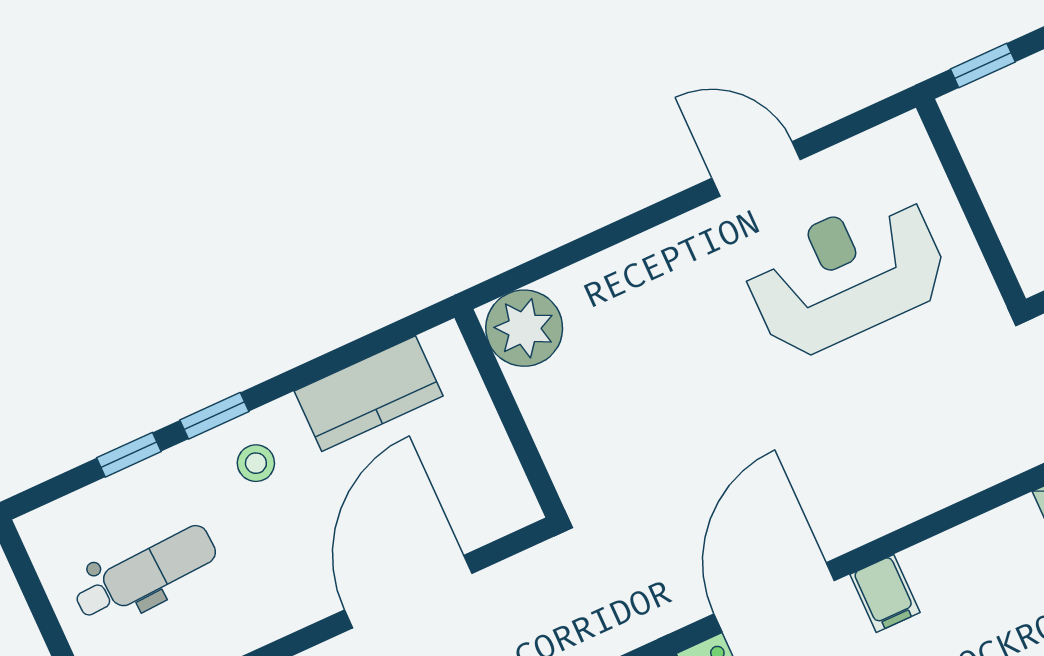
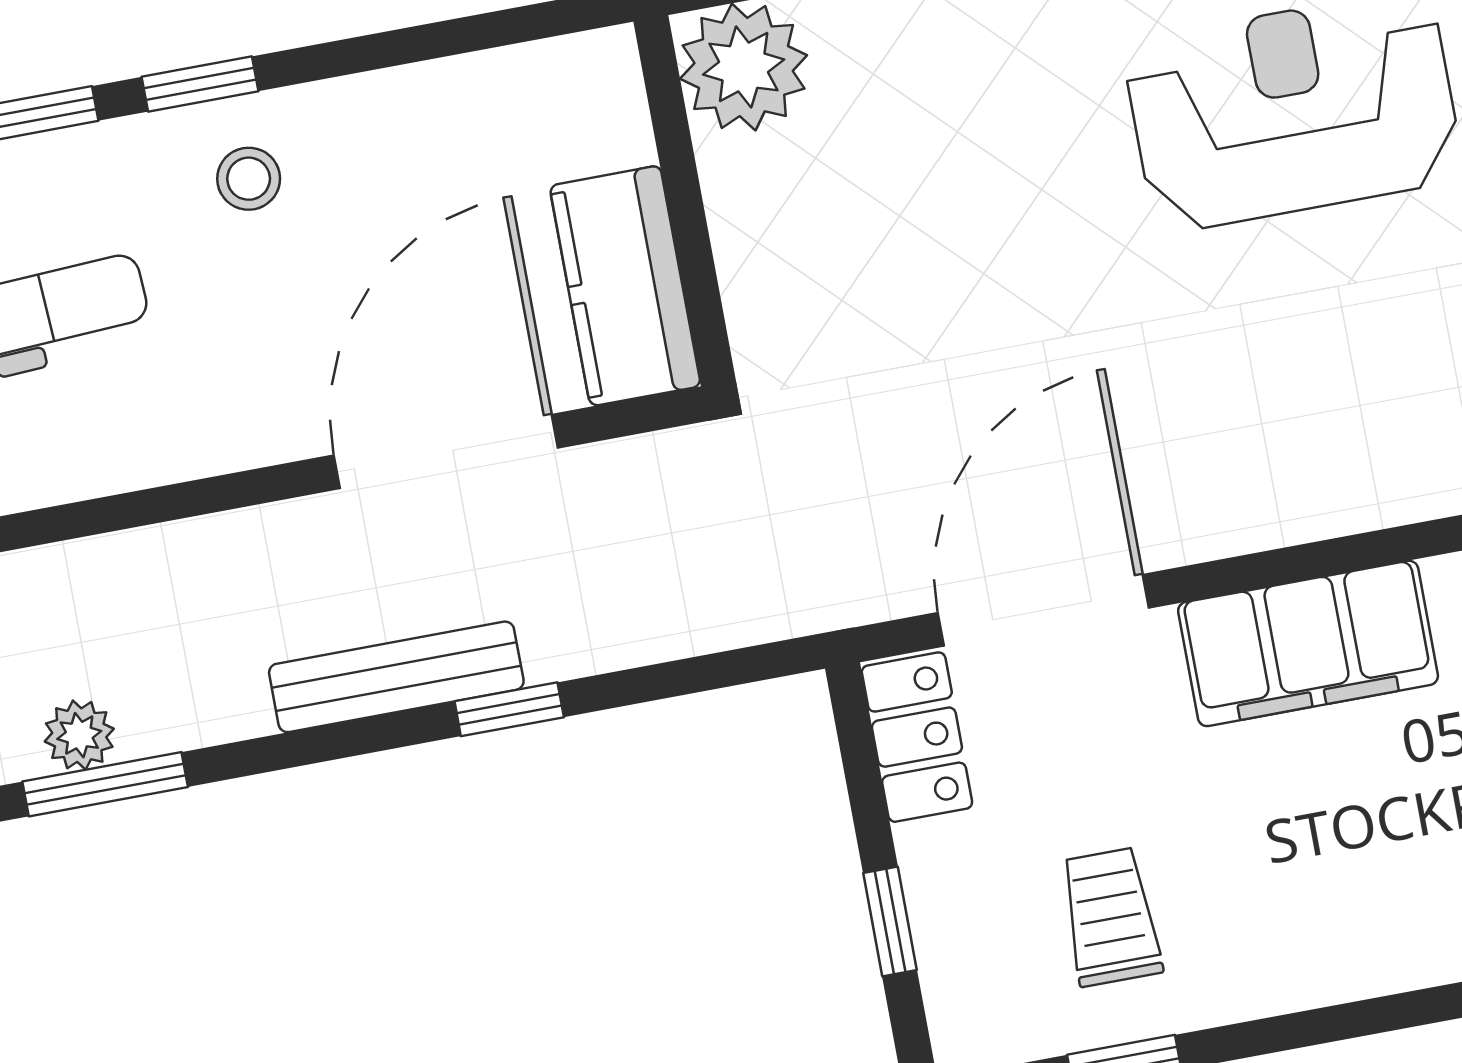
kitchen counter: (369, 394) -> (625, 286), moved, turned 90
filing cabinet: (885, 593) -> (1308, 643), width x3.00, depth x1.17

